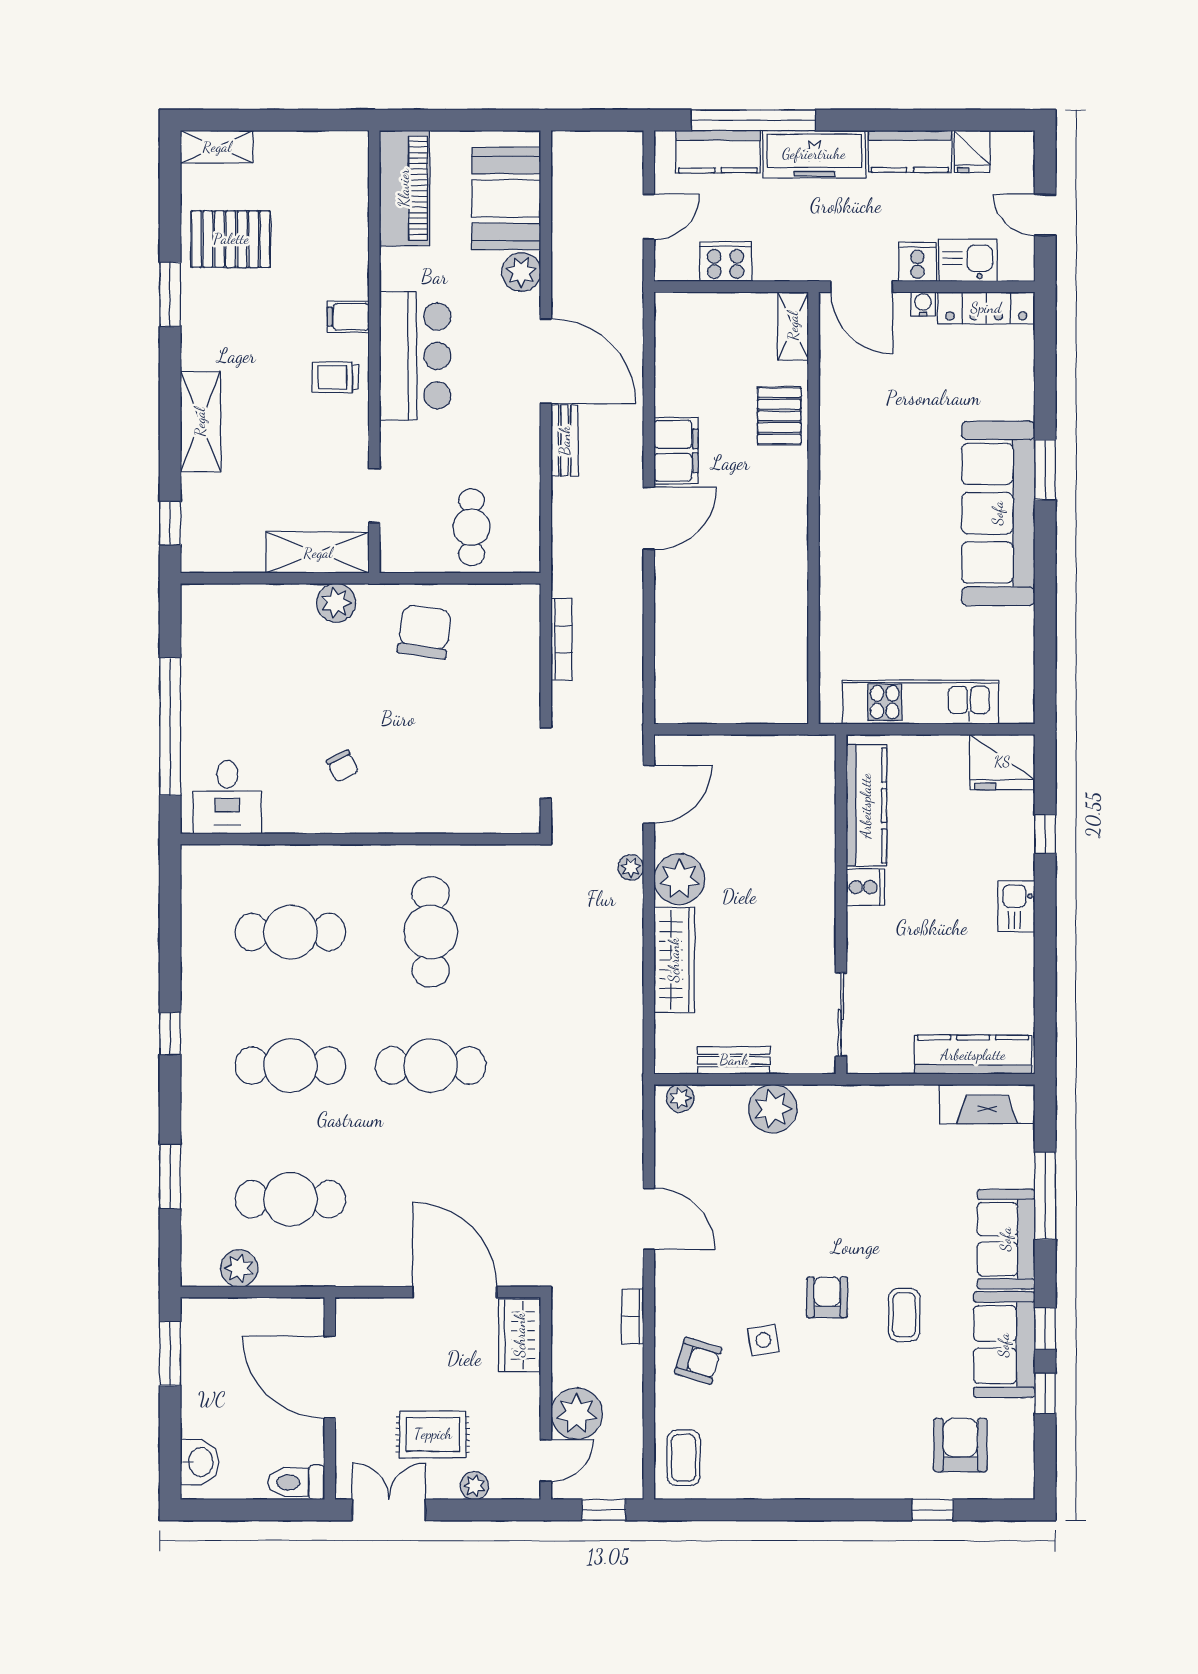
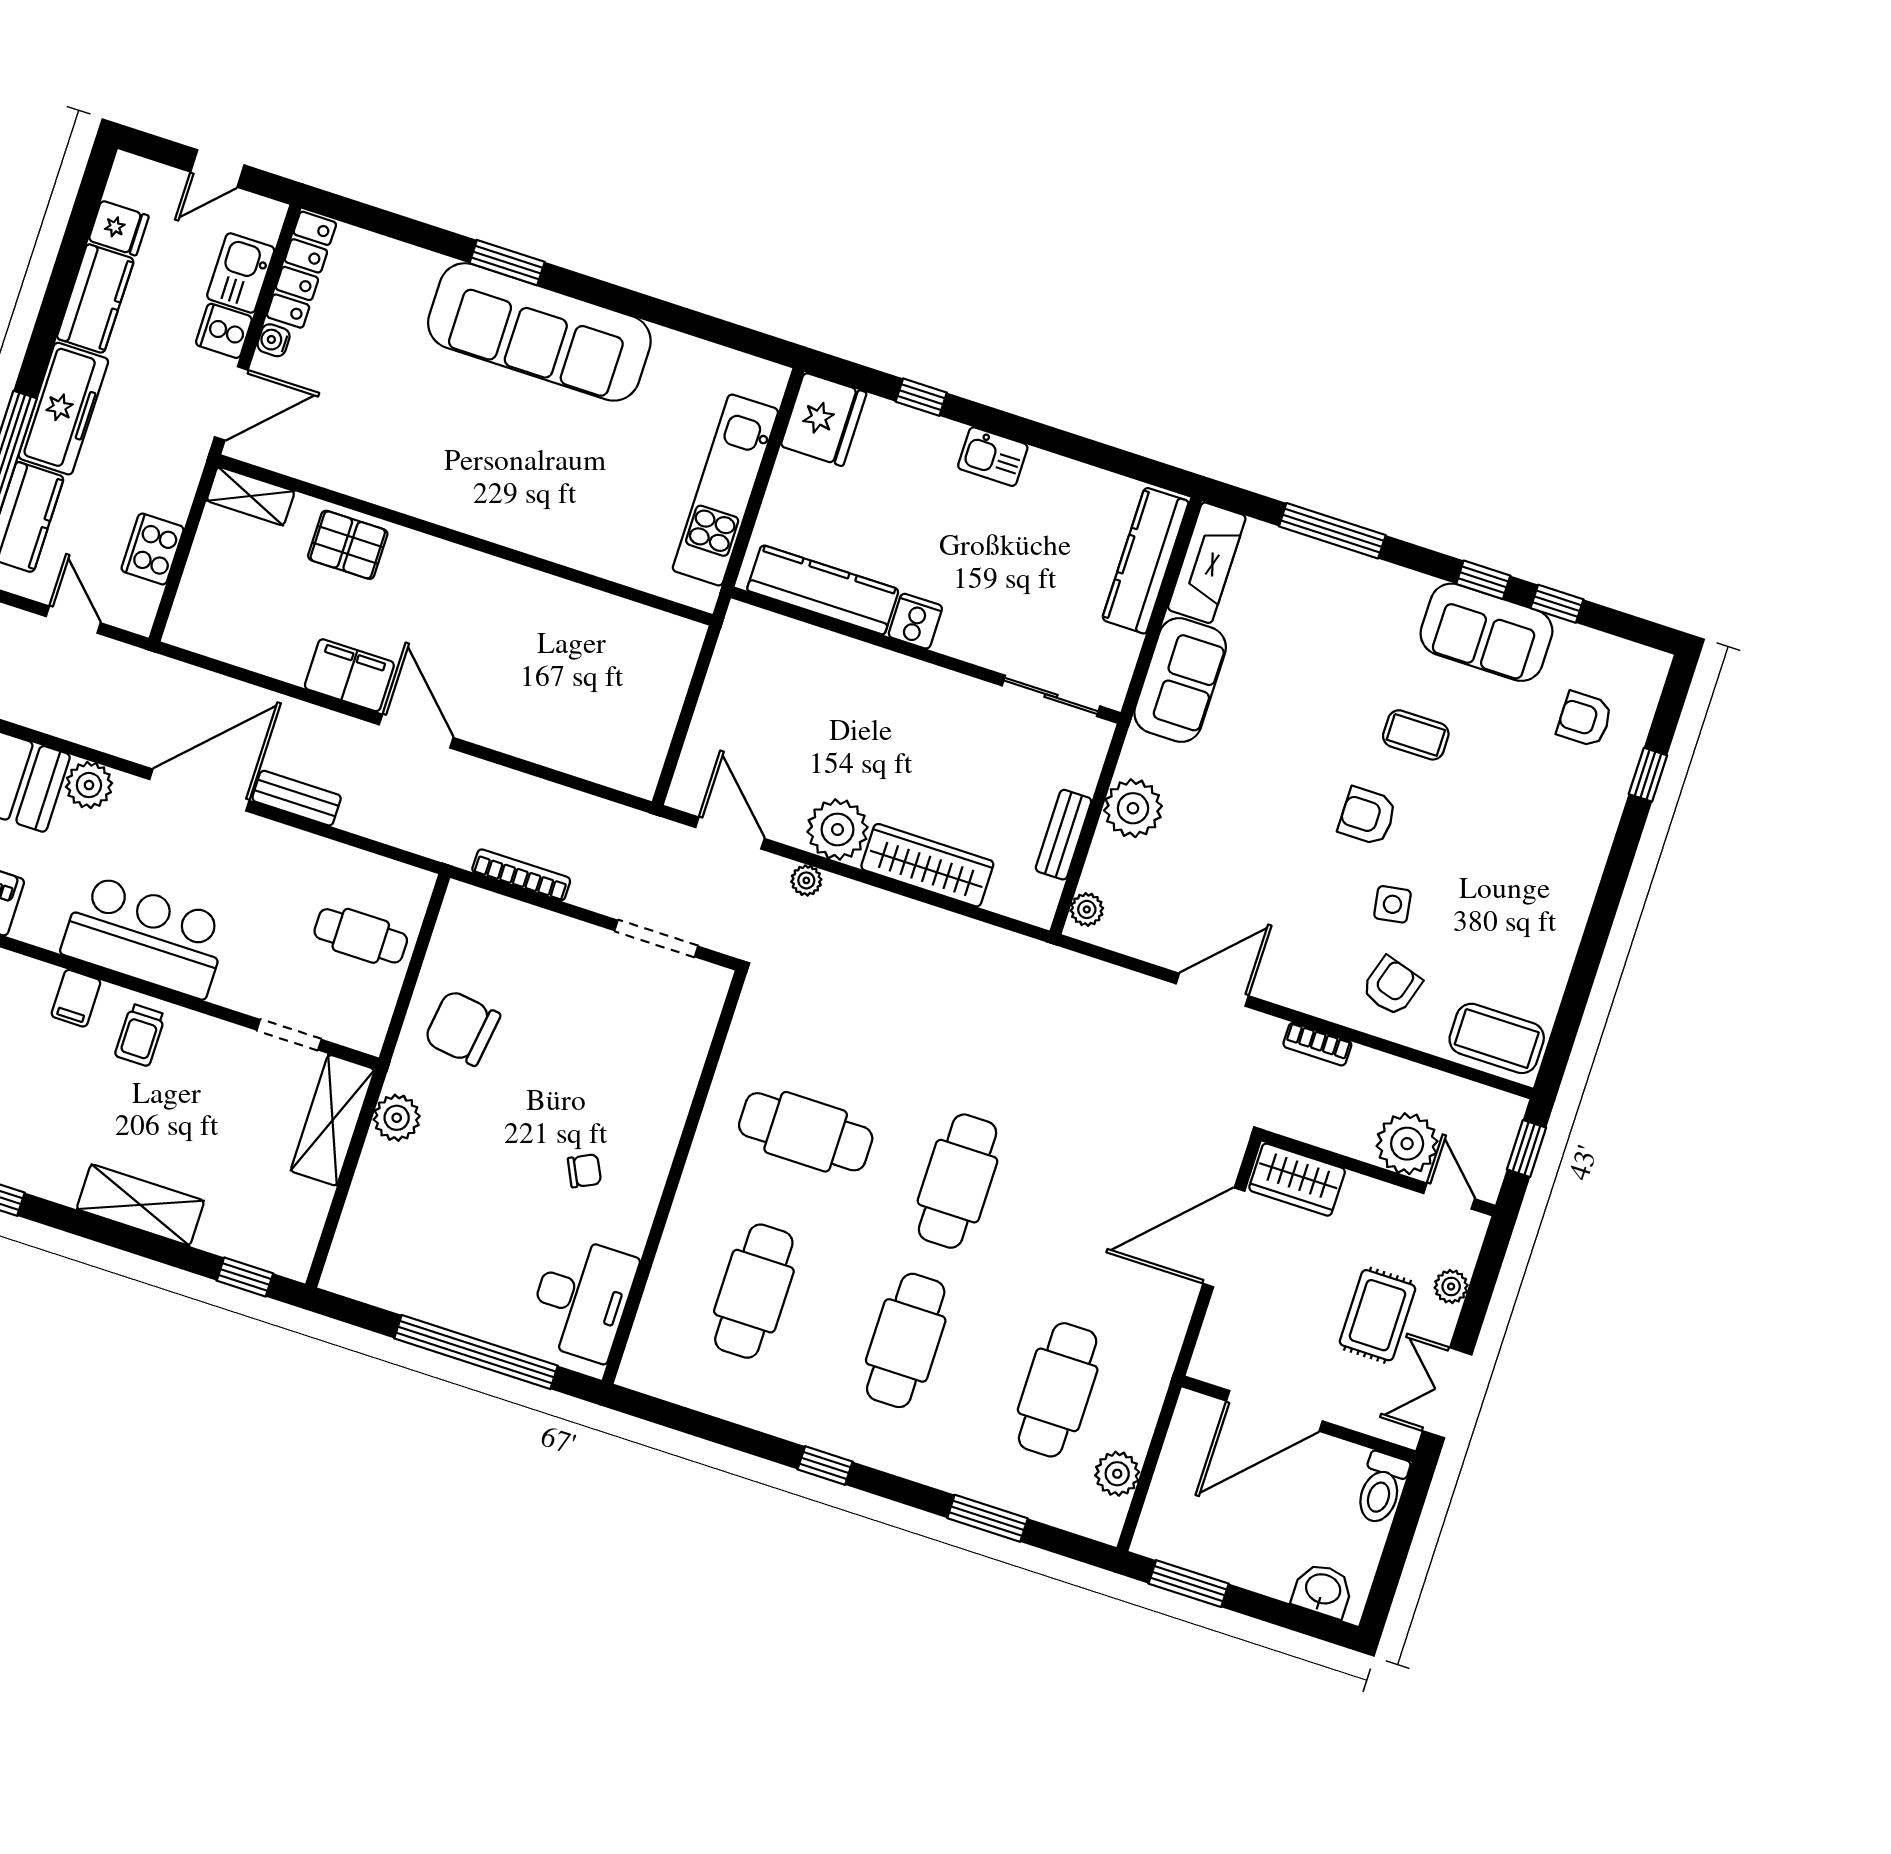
desk: (227, 797) -> (582, 1299), width x1.37
sofa: (1006, 1239) -> (1180, 680), moved, turned -90
armchair: (960, 1445) -> (1584, 719), width x0.72, depth x0.72
coffee table: (684, 1458) -> (1497, 1038), width x1.36, depth x1.30

